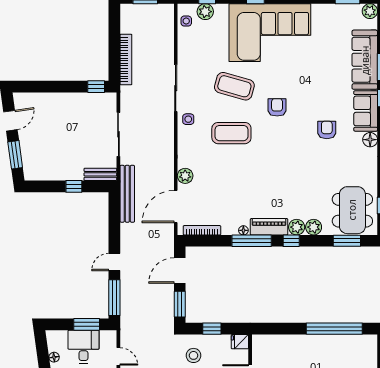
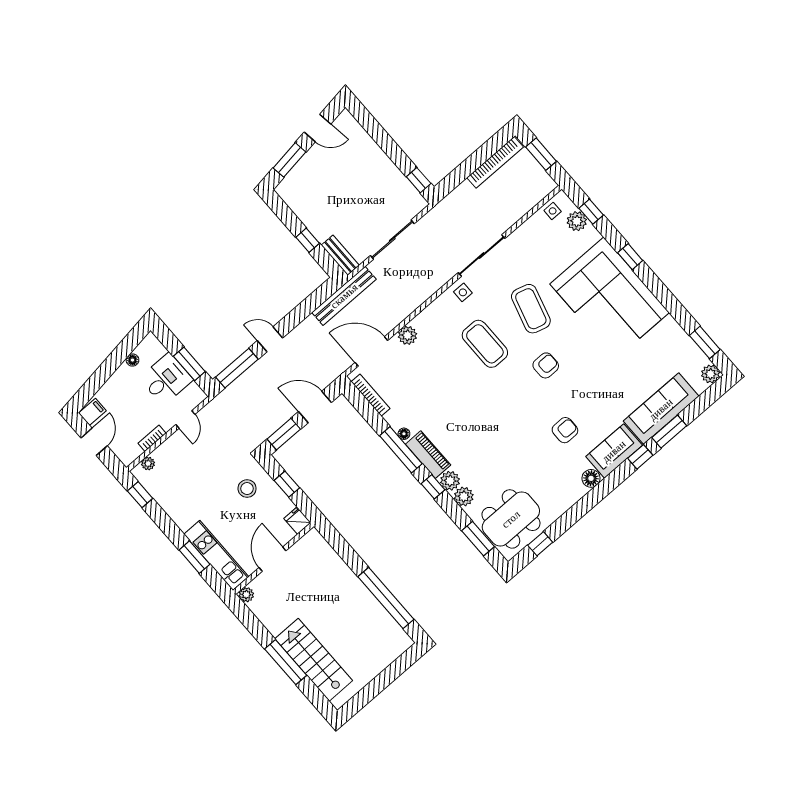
bookcase: (126, 60) -> (495, 162), moved

